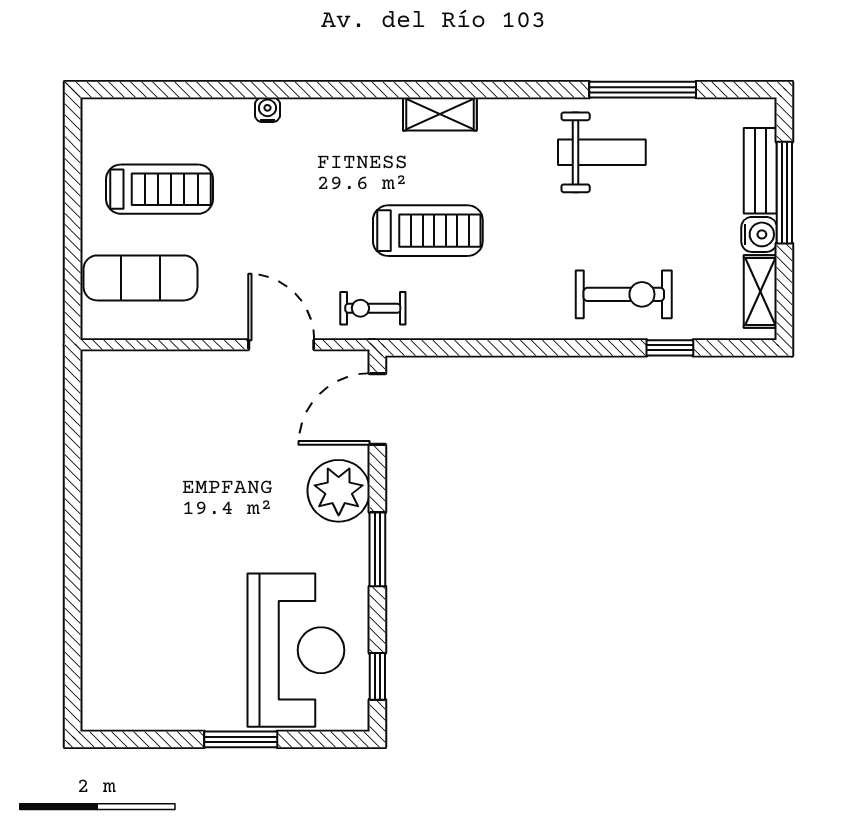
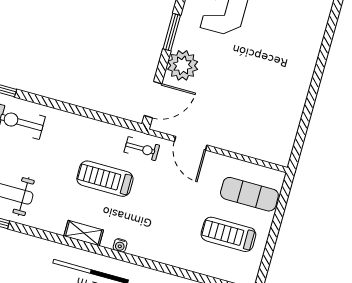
water cooler: (267, 110) -> (120, 245), moved

